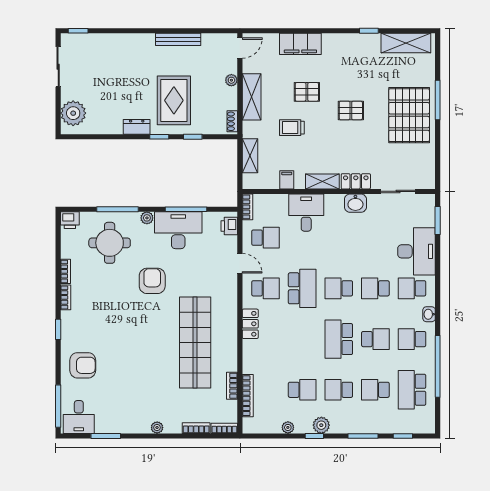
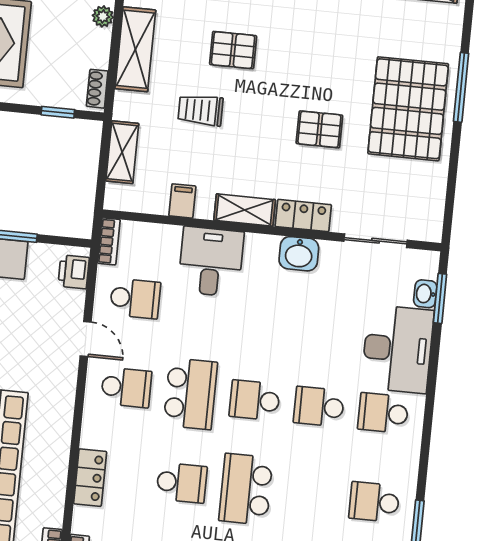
pallet: (351, 110) -> (319, 129), moved
window: (193, 137) -> (58, 112), moved
washbasin: (429, 314) -> (425, 294), moved
locker: (250, 324) -> (90, 478), moved
school desk: (375, 339) -> (182, 483), moved

